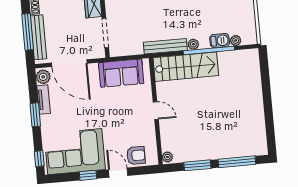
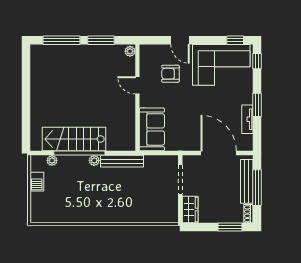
barbecue: (220, 41) -> (37, 182), moved, turned -90
stairs: (186, 67) -> (74, 139), moved
sofa: (121, 73) -> (152, 129), moved, turned 90
plant: (43, 77) -> (246, 142), removed
door: (156, 111) -> (137, 85), moved
armchair: (136, 155) -> (170, 74), moved
window: (88, 175) -> (235, 40), moved

